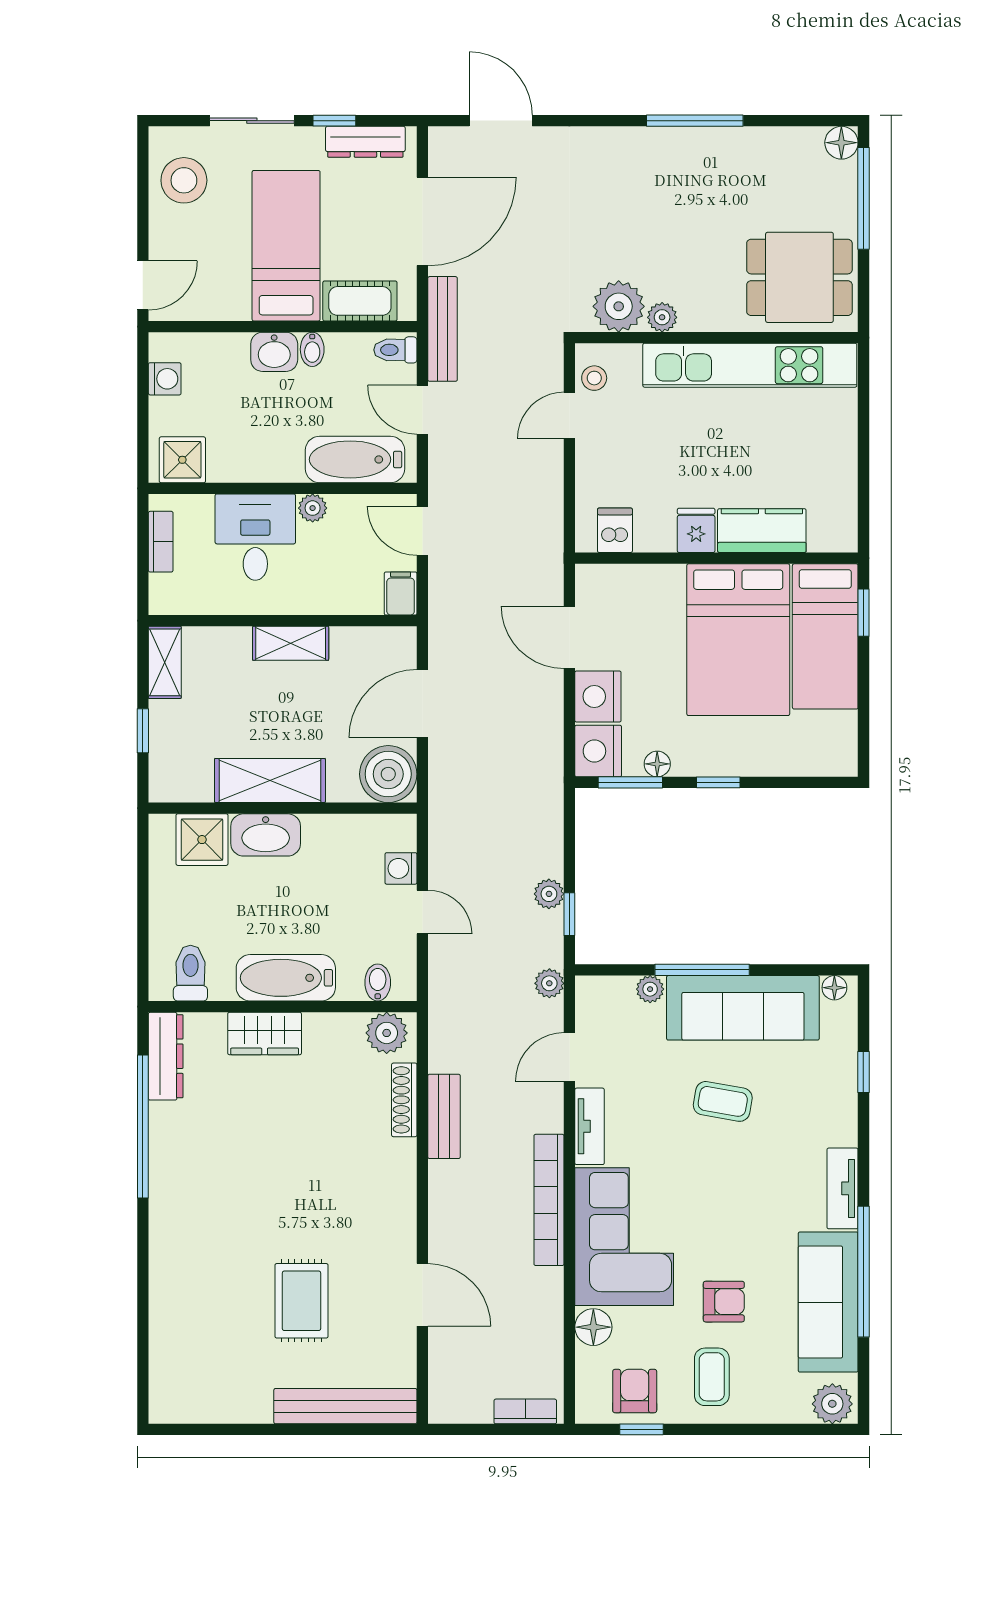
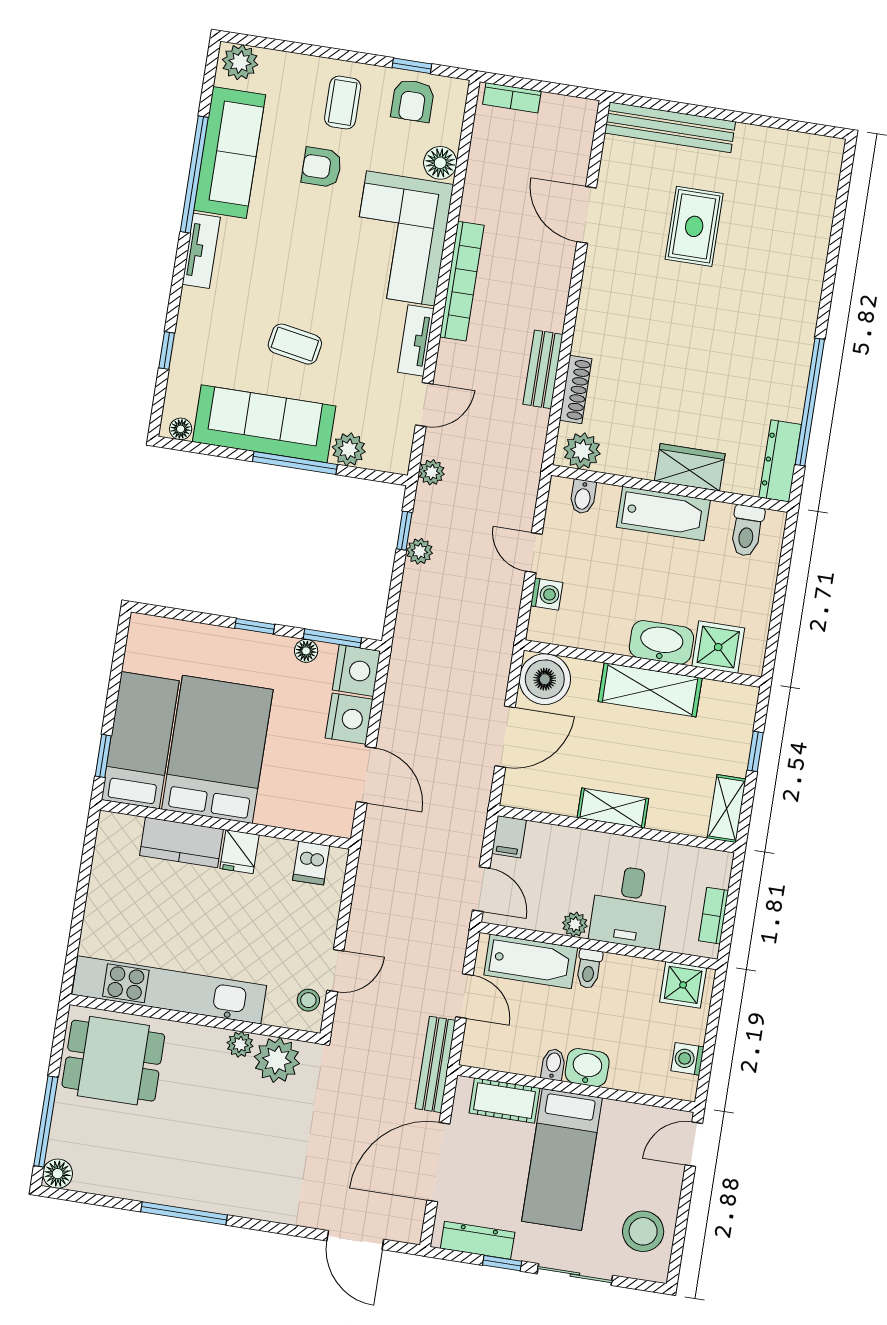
toilet: (395, 350) -> (589, 969), moved, turned 90
plant: (650, 989) -> (349, 449), width x1.38, depth x1.38

